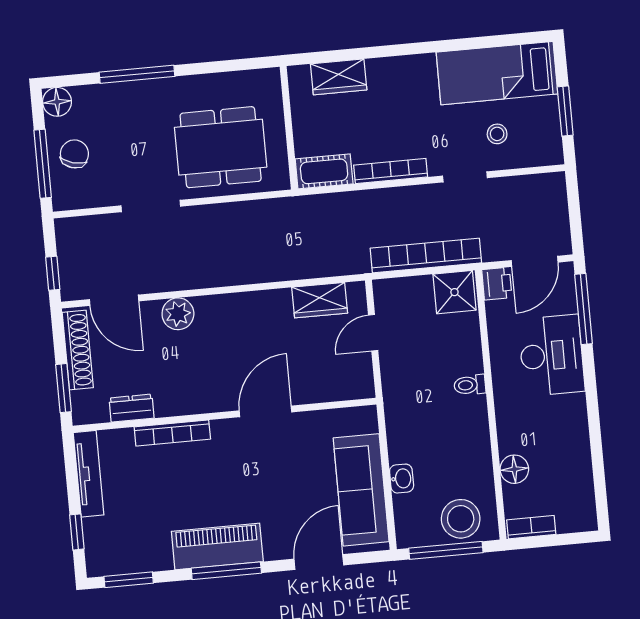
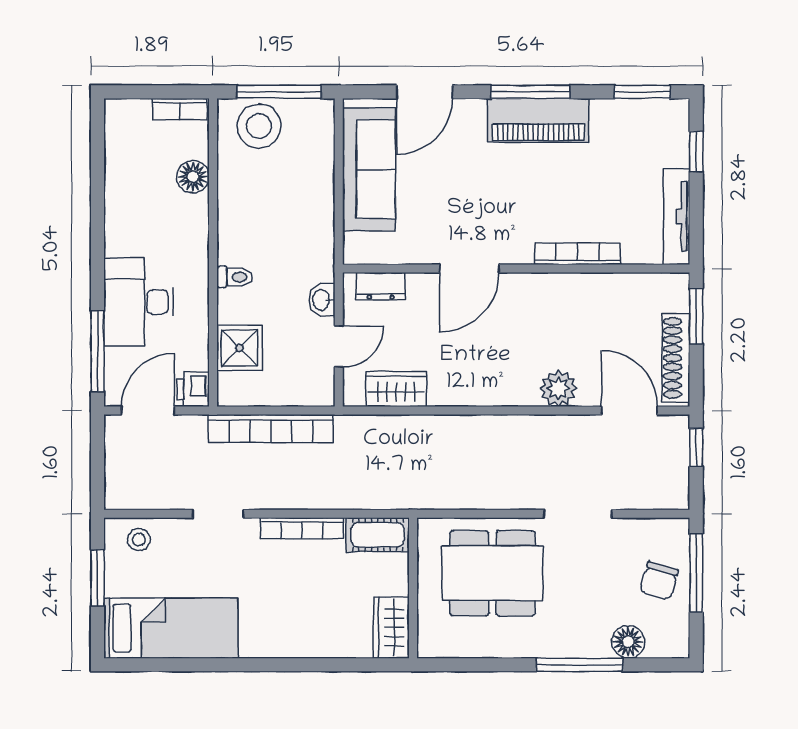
wardrobe: (339, 77) -> (391, 628), moved, turned -90
floor lamp: (57, 102) -> (628, 642), moved
stool: (497, 134) -> (139, 540), moved
shower: (454, 292) -> (240, 348), moved
dresser: (132, 408) -> (381, 286), moved
washbasin: (402, 479) -> (322, 300), moved

